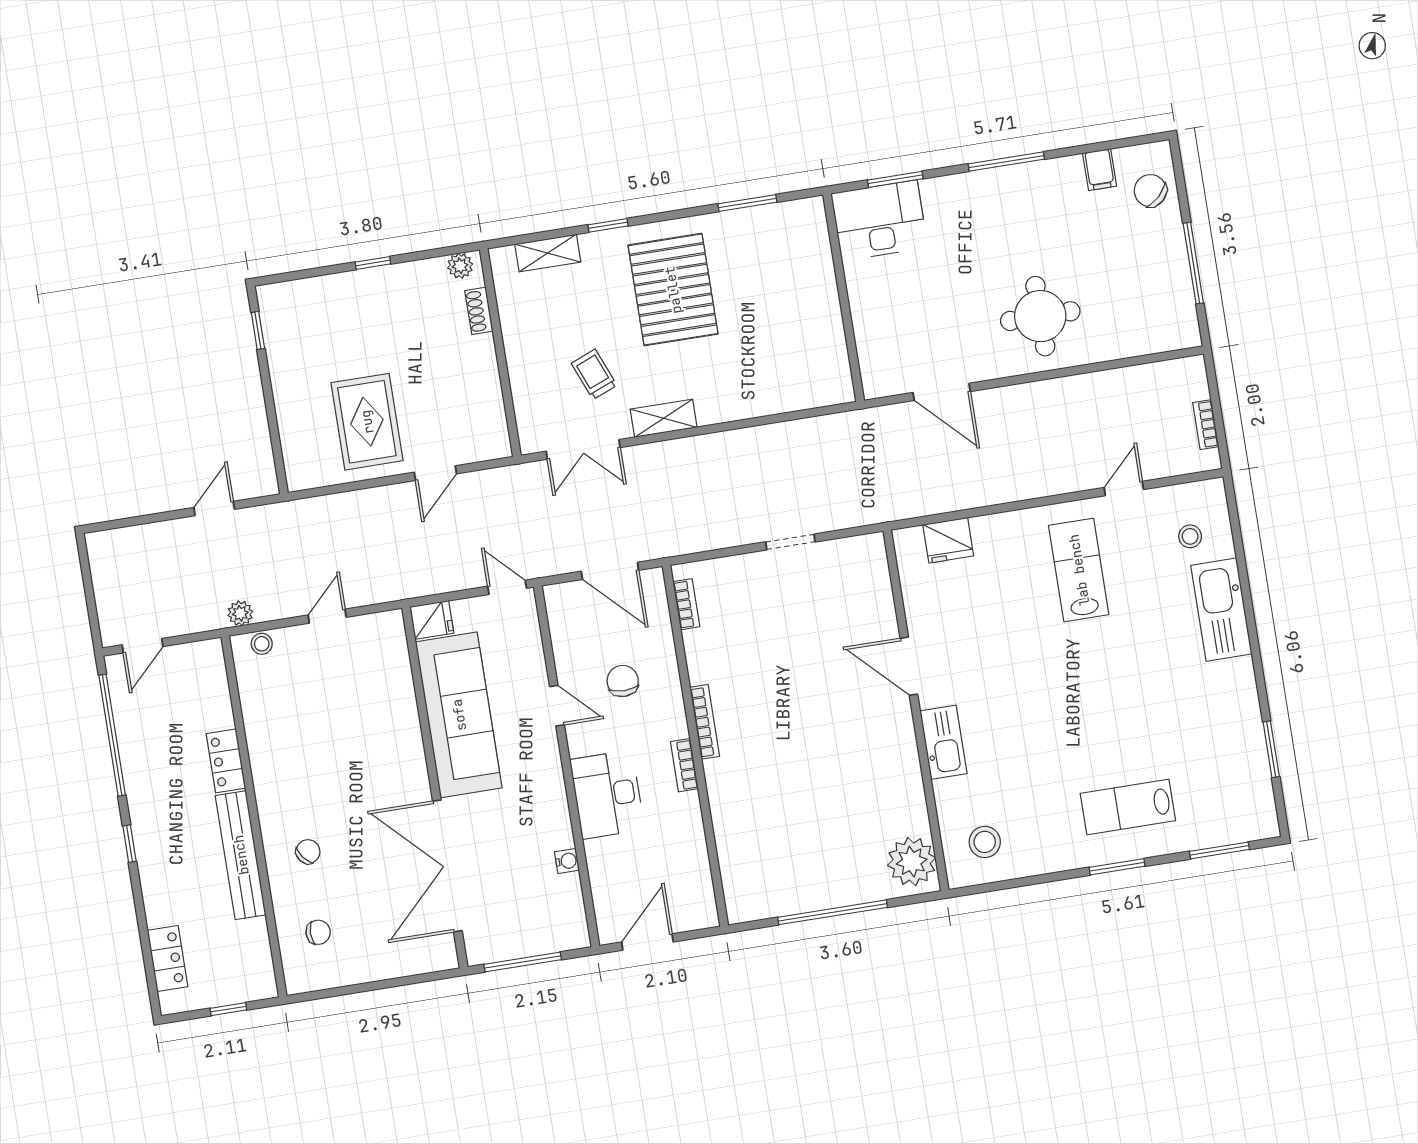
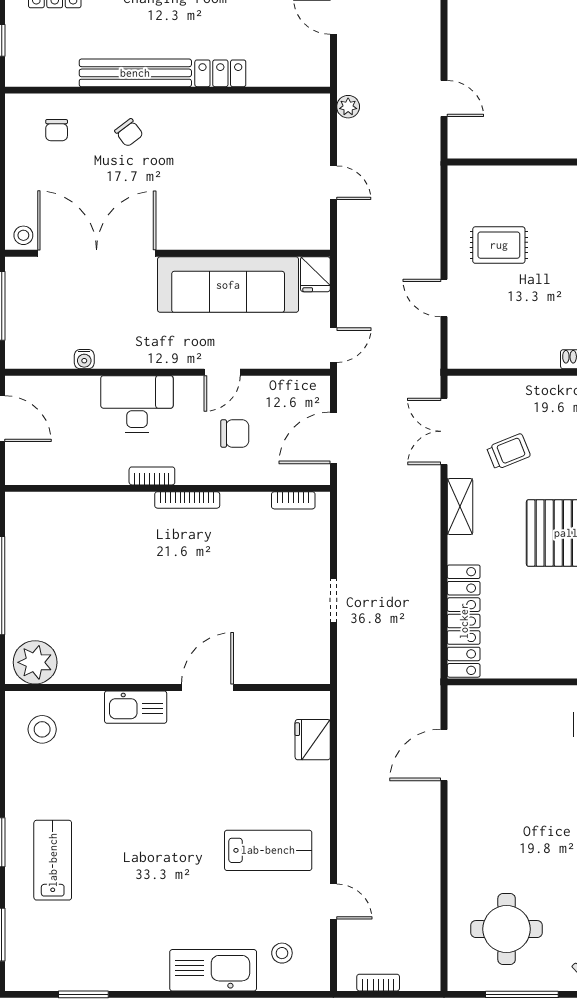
round table: (1040, 316) -> (507, 929), moved
locker: (790, 394) -> (464, 621), added
rug: (367, 422) -> (499, 245), width x0.73, depth x0.70
stool: (262, 644) -> (23, 235), moved

